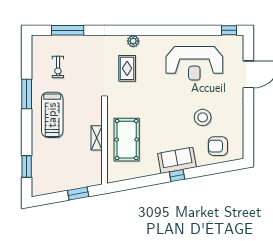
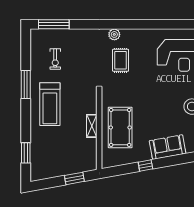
window: (68, 30) -> (54, 24), moved
plant: (133, 41) -> (114, 34), moved
window: (177, 176) -> (145, 166), moved

